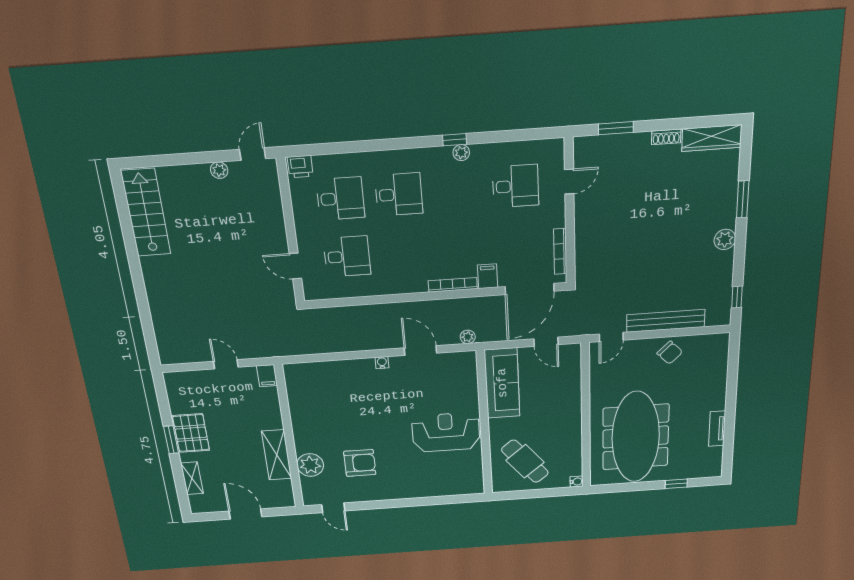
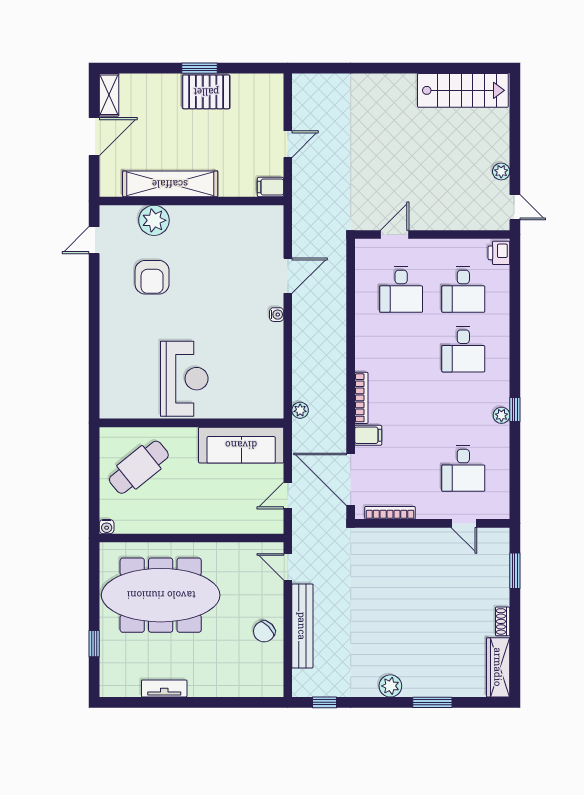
door: (420, 351) -> (288, 276), moved
shelving: (277, 455) -> (170, 184), width x1.47
shelving: (192, 478) -> (109, 95), moved, turned 90

